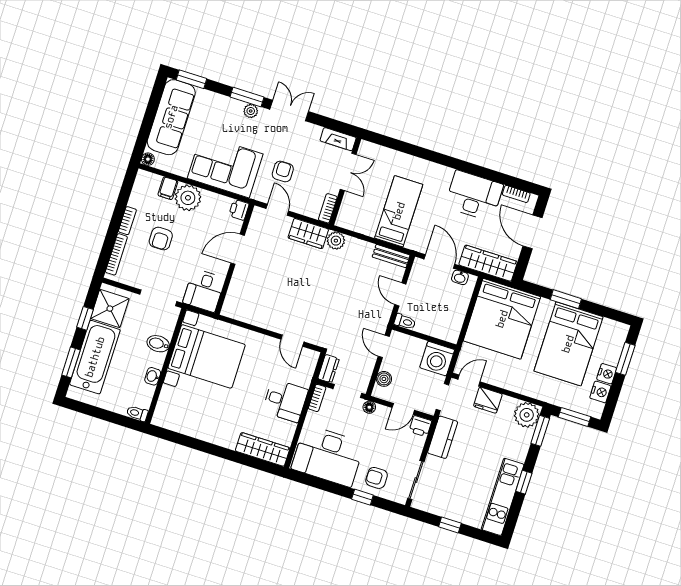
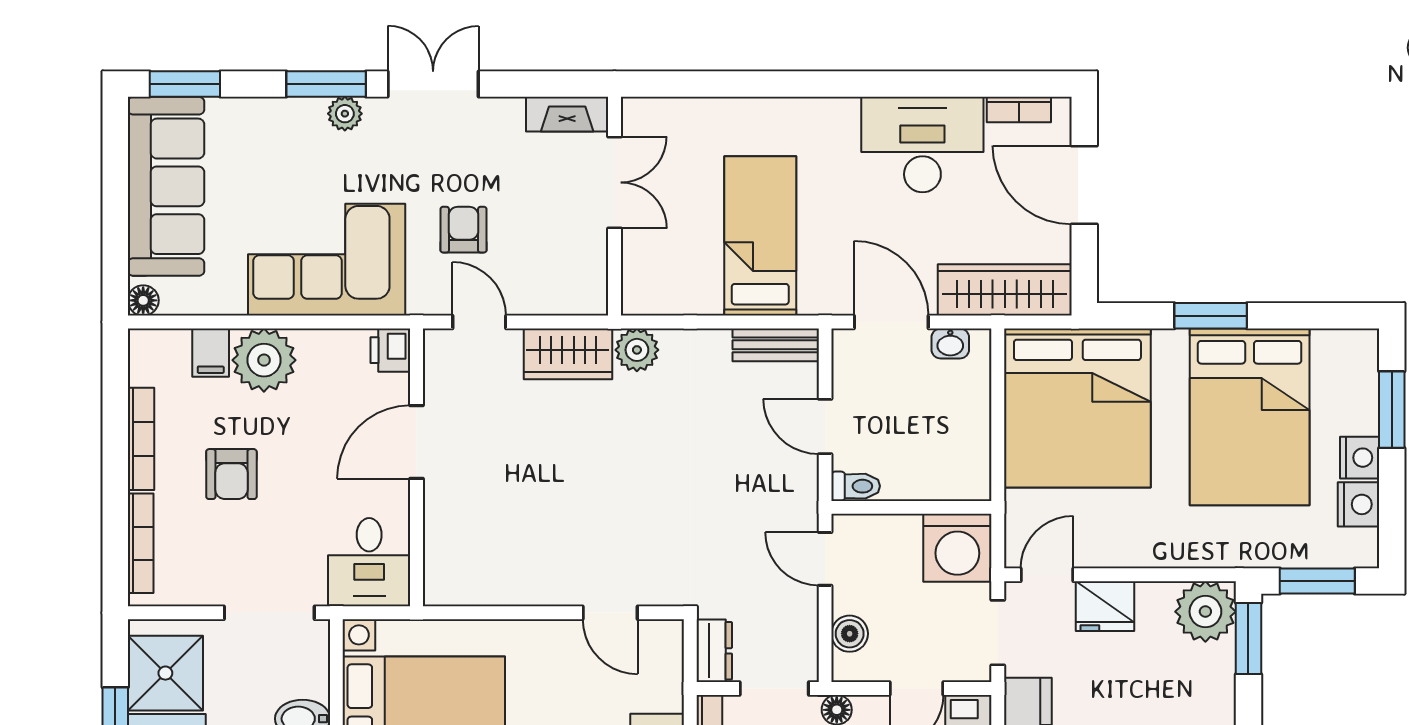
bookcase: (328, 208) -> (594, 281), removed
bookcase: (127, 221) -> (141, 439), width x1.56

